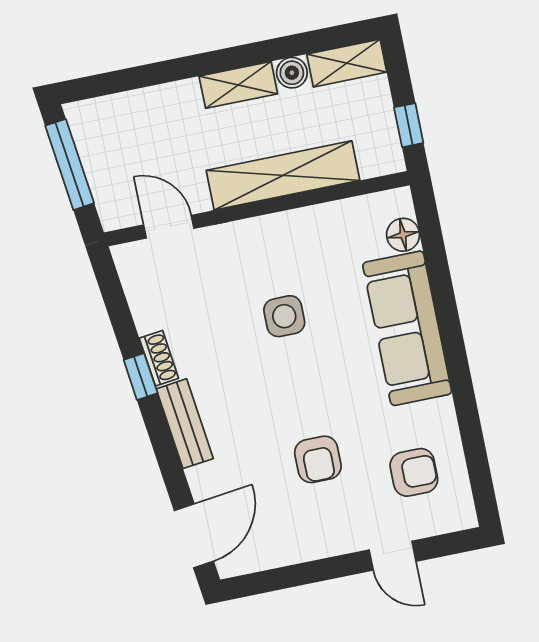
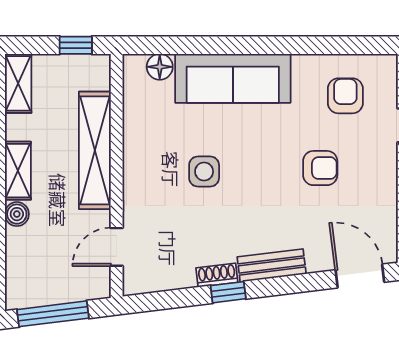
boiler: (292, 73) -> (17, 214), moved

